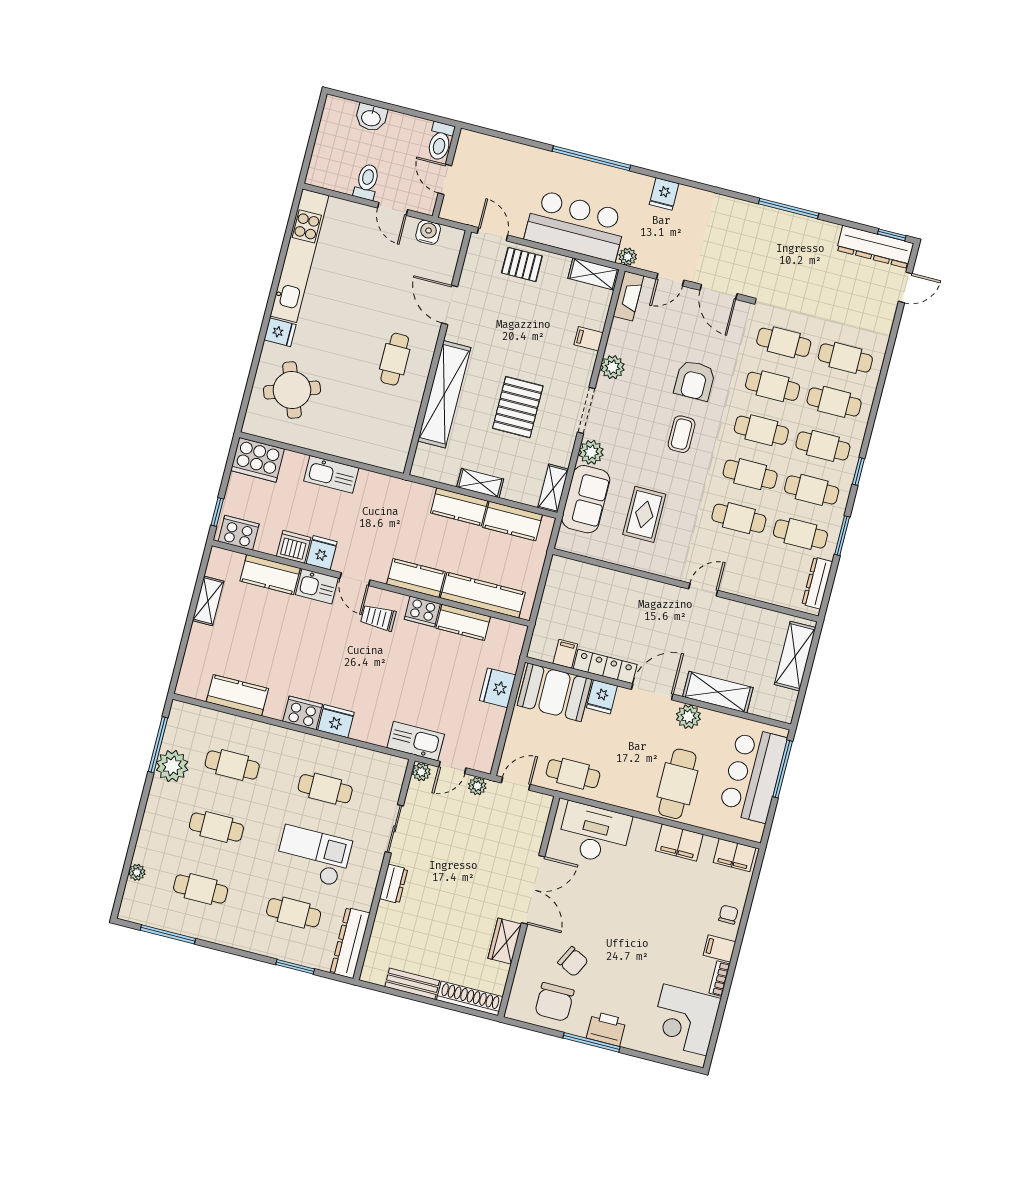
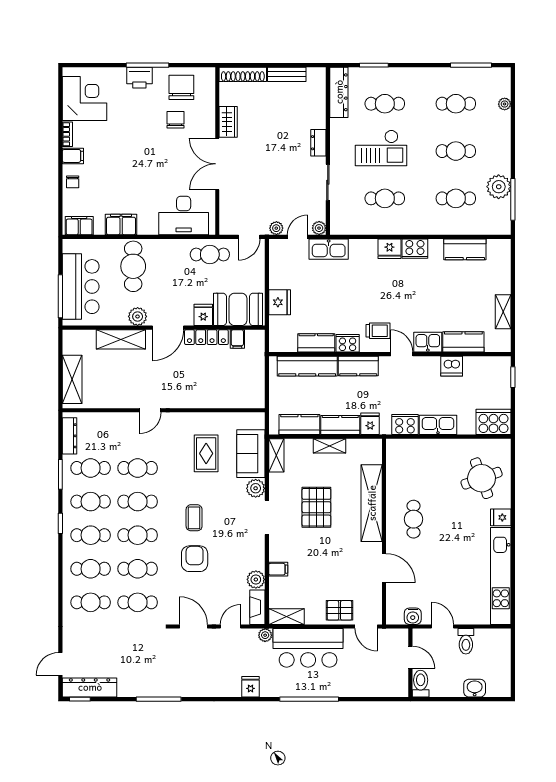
plant: (612, 367) -> (256, 579), moved
cooker: (239, 533) -> (405, 425), moved, turned 180
fridge: (322, 553) -> (370, 424), moved, turned 180
chair: (573, 962) -> (176, 120), turned 63

